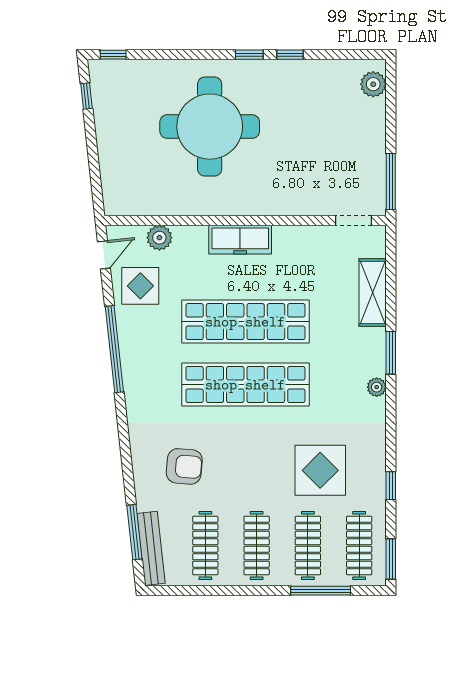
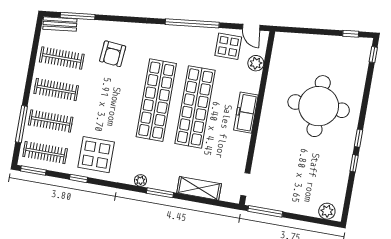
display table: (320, 470) -> (96, 155), moved
bench: (151, 548) -> (60, 24), width x0.73

